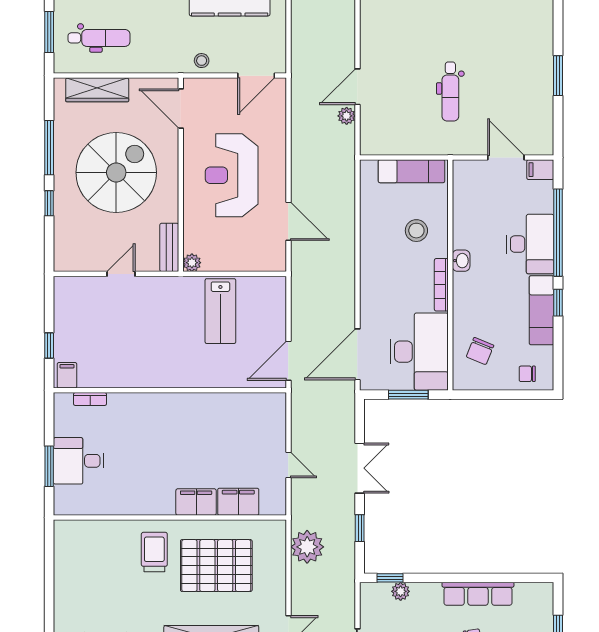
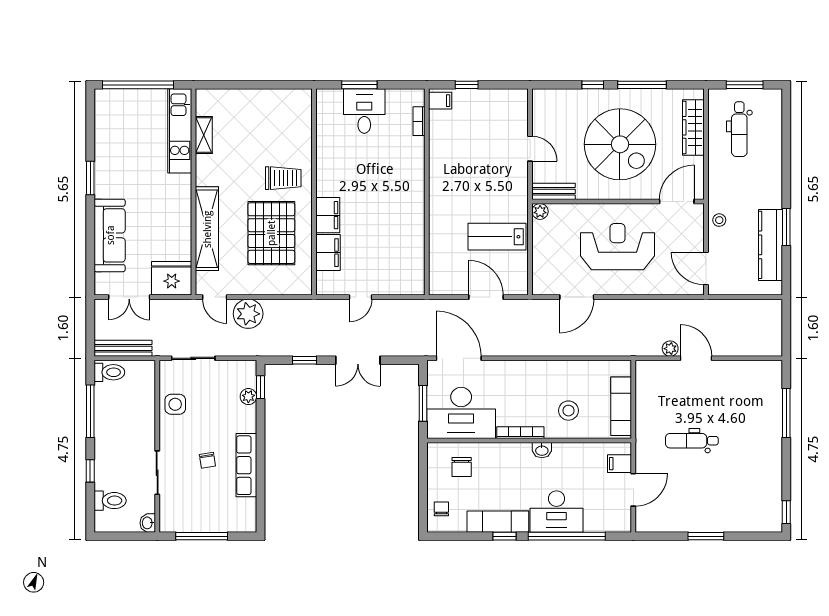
filing cabinet: (540, 170) -> (620, 464), moved, turned -90
chair: (480, 351) -> (462, 467), turned -112
door: (288, 361) -> (486, 297), moved
plant: (307, 547) -> (248, 314), moved

